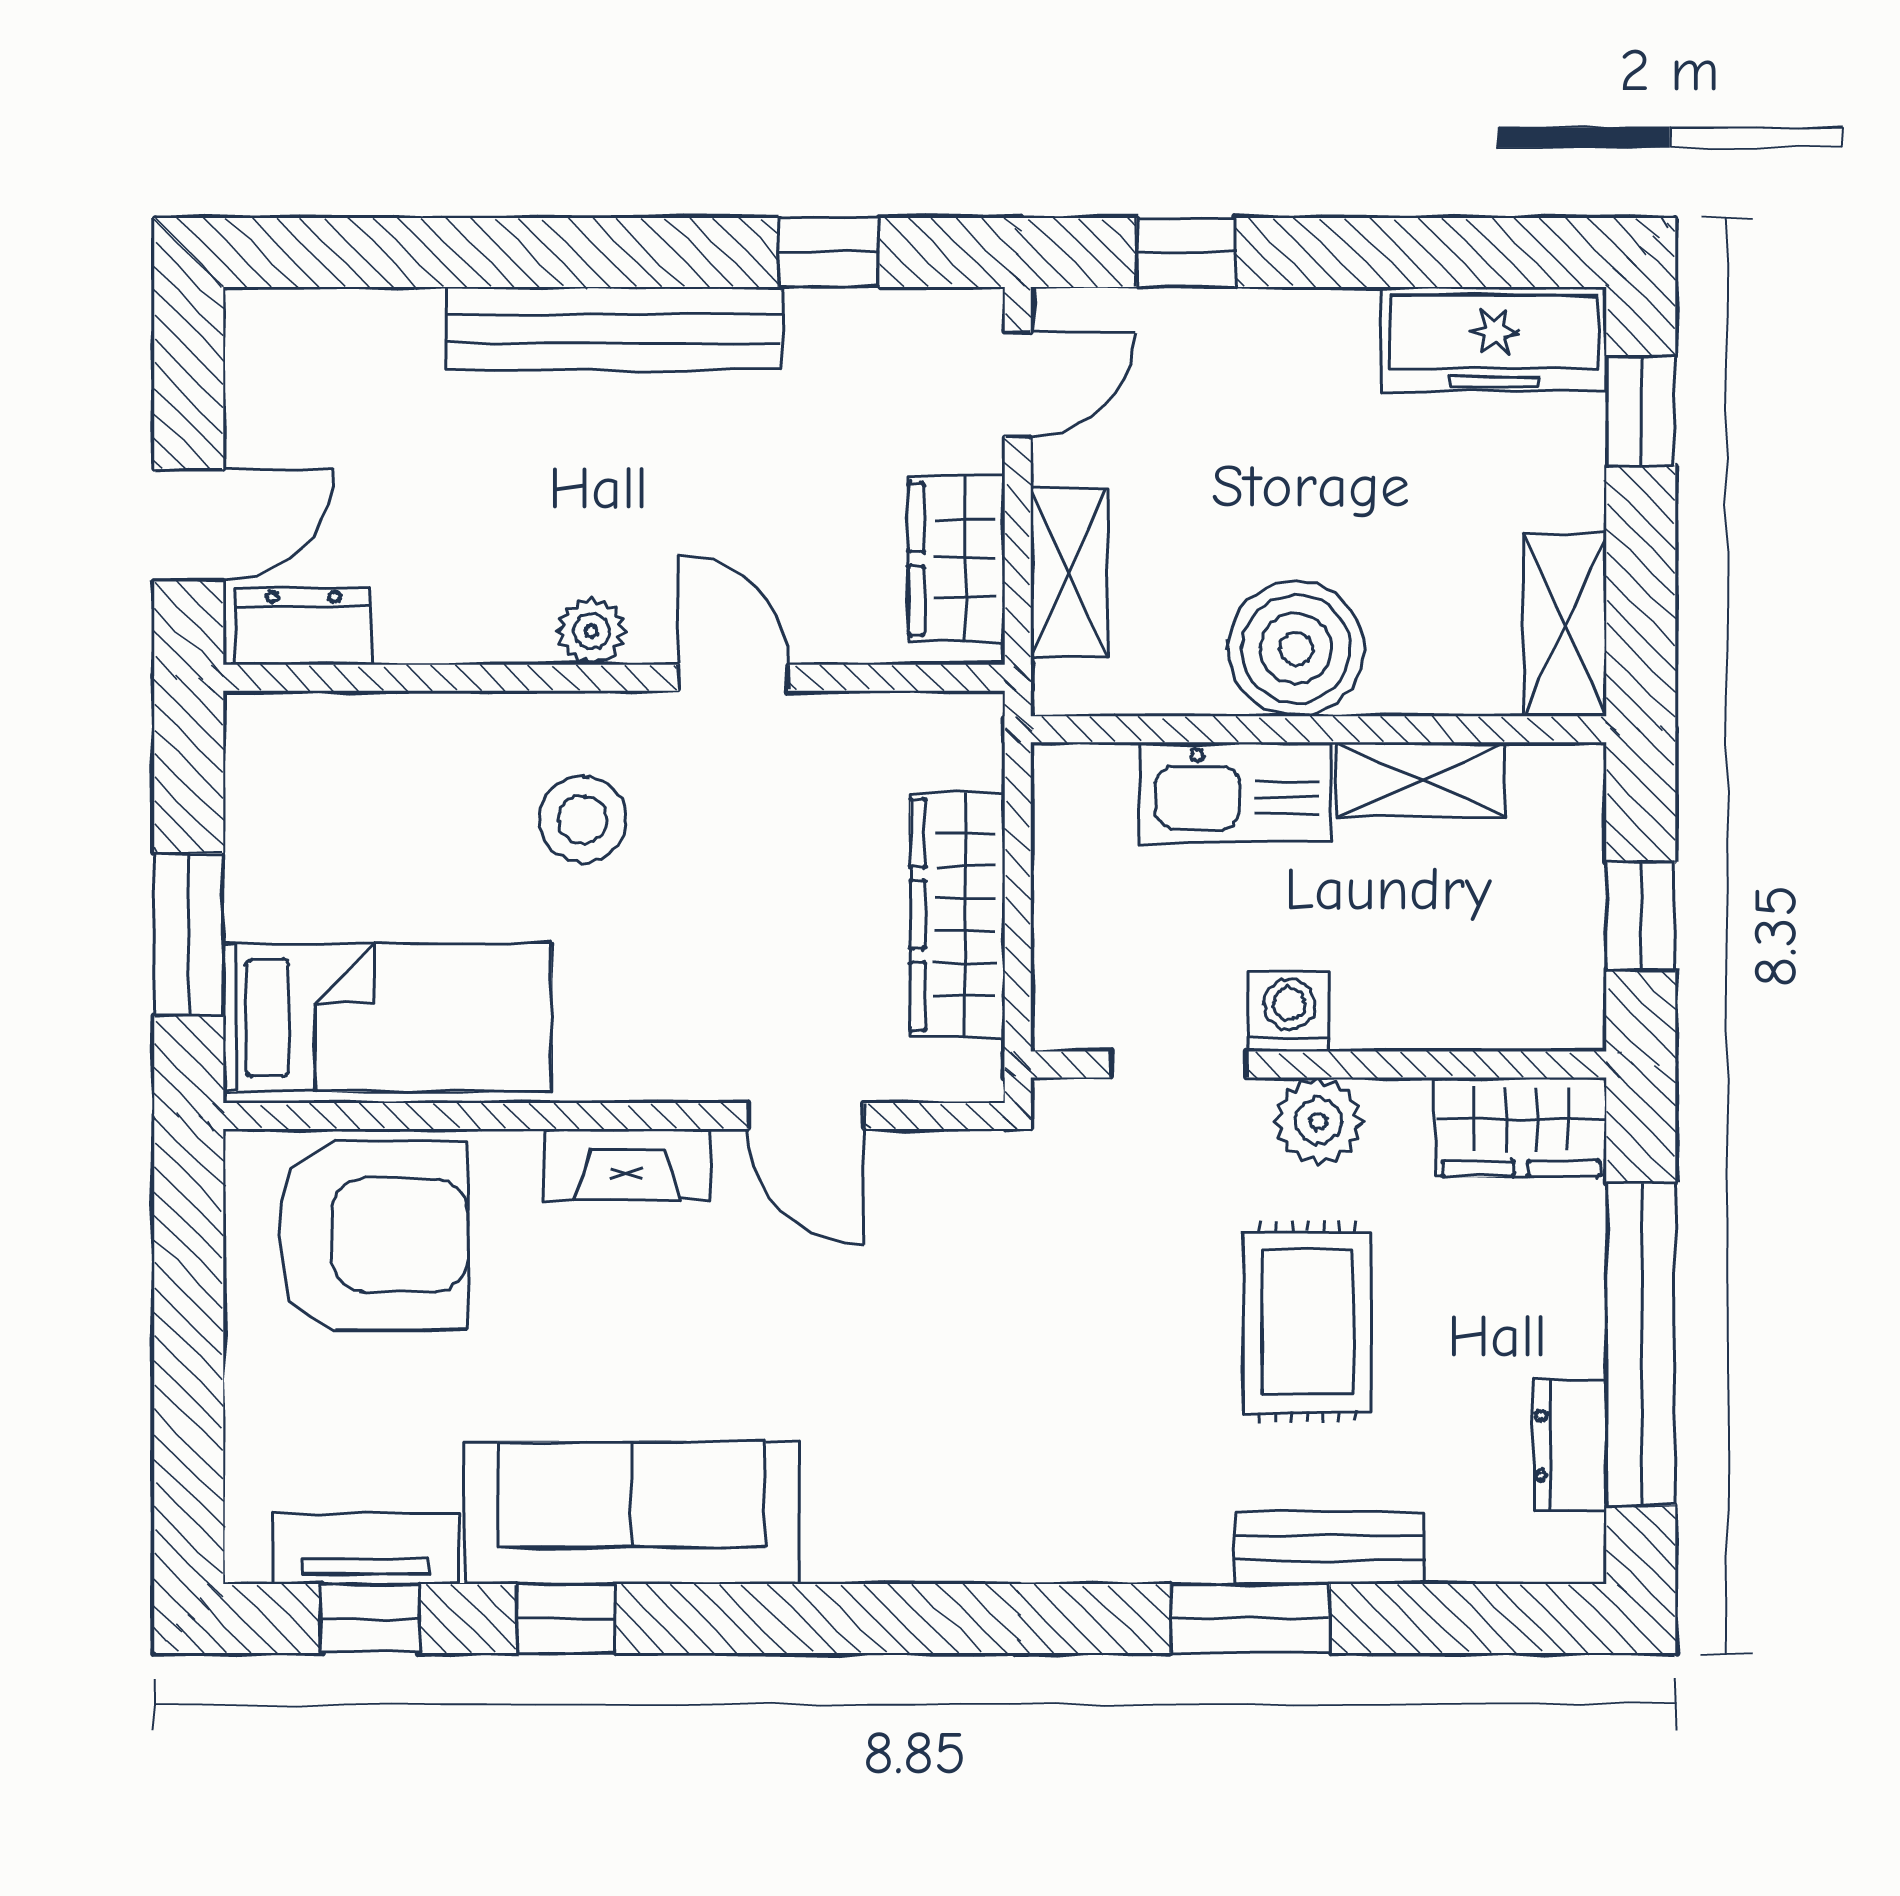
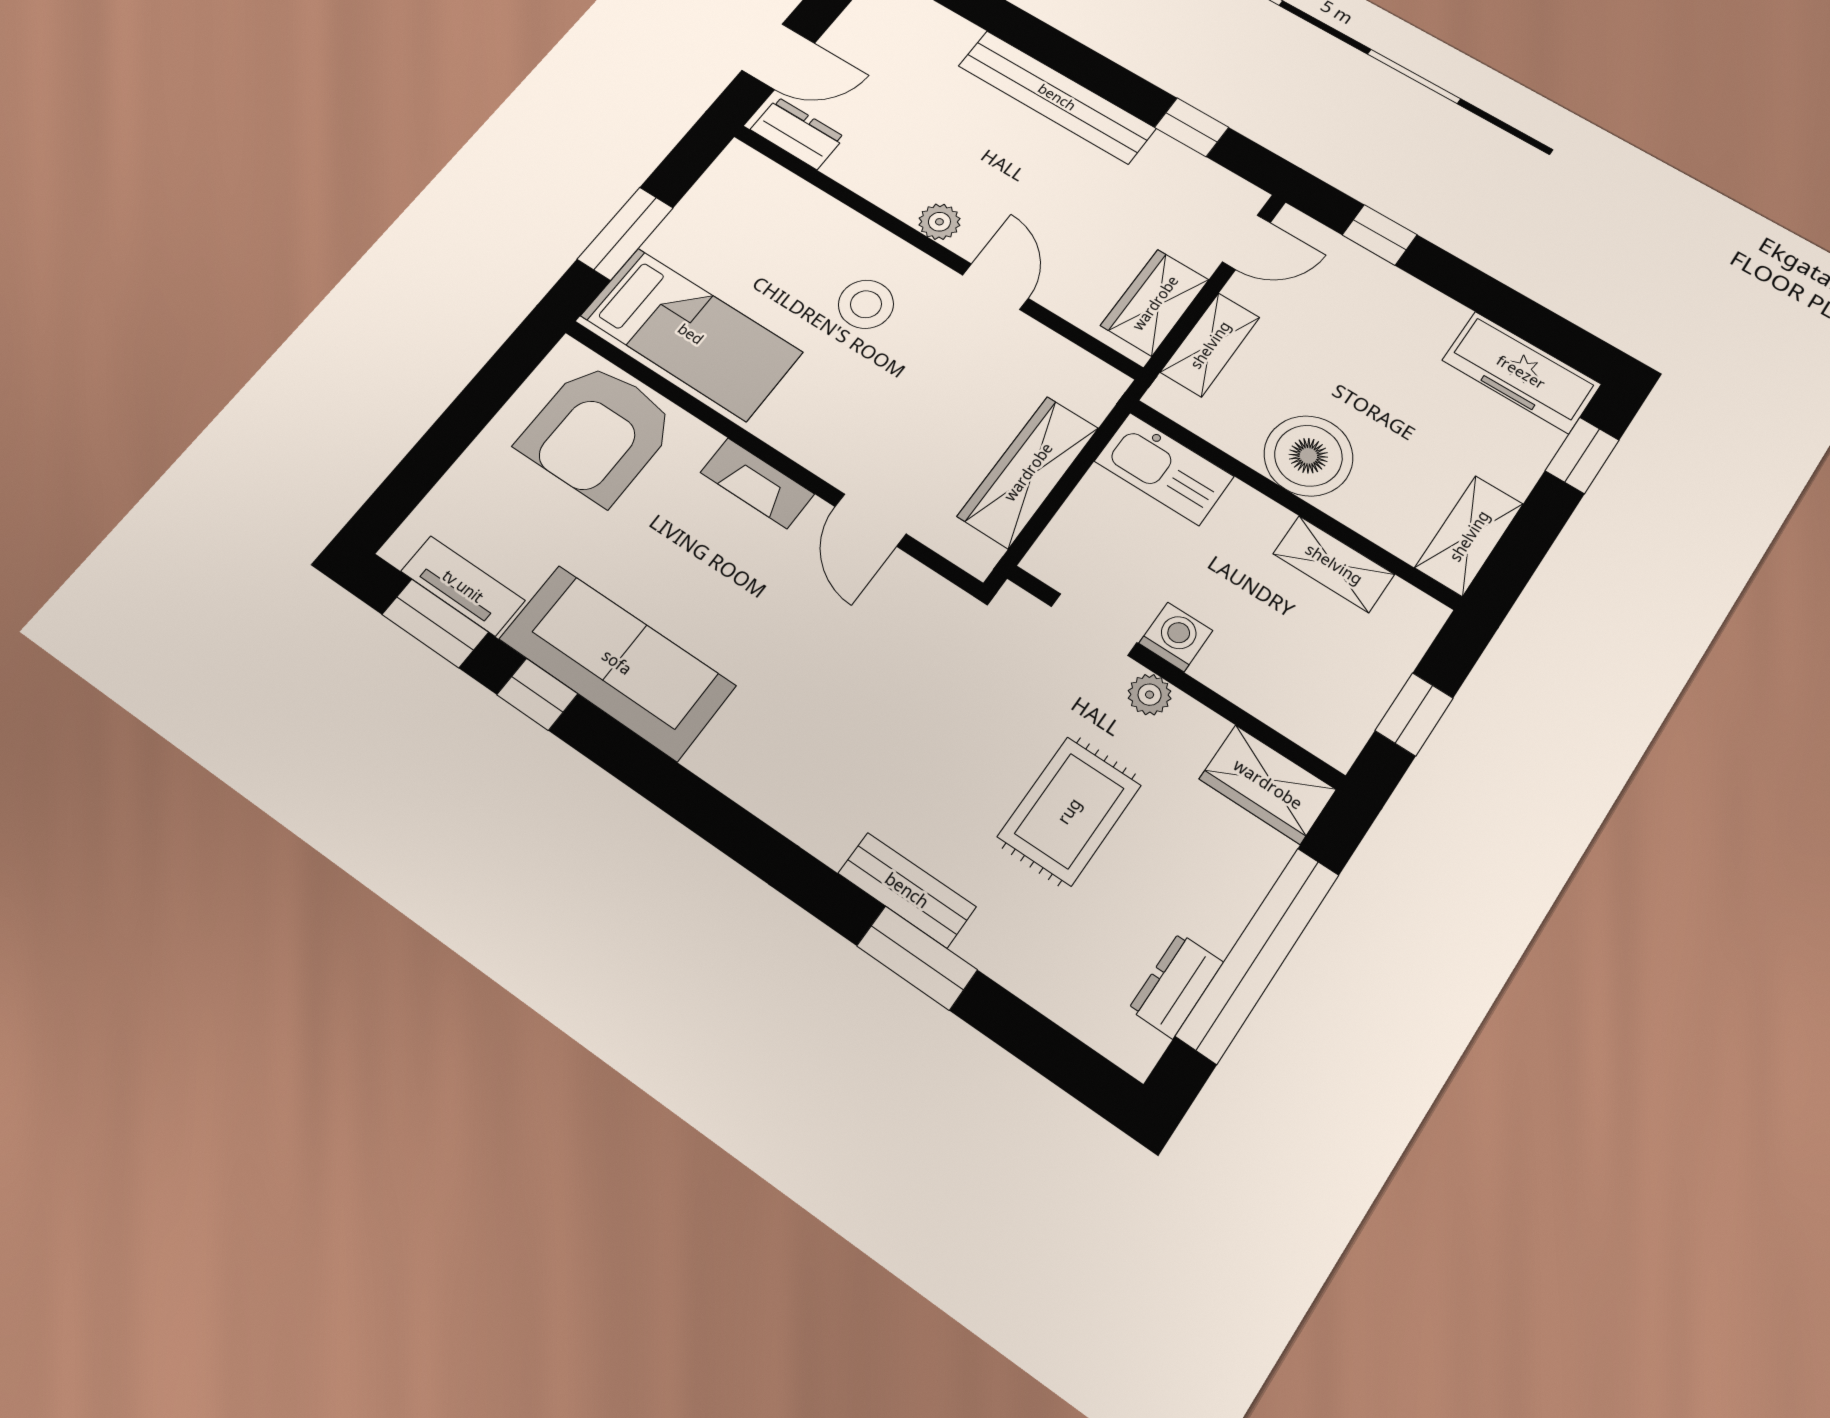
kitchen sink: (1235, 792) -> (1164, 469), moved
plant: (1318, 1121) -> (1150, 695), width x0.73, depth x0.73
armchair: (373, 1235) -> (598, 432), turned 90
bench: (1329, 1548) -> (907, 890), moved
window: (370, 1619) -> (435, 623), width x1.50

